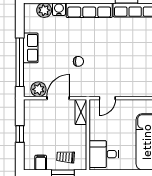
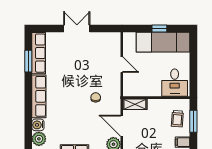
chair: (78, 61) -> (96, 97), moved
door: (107, 98) -> (122, 65), moved

